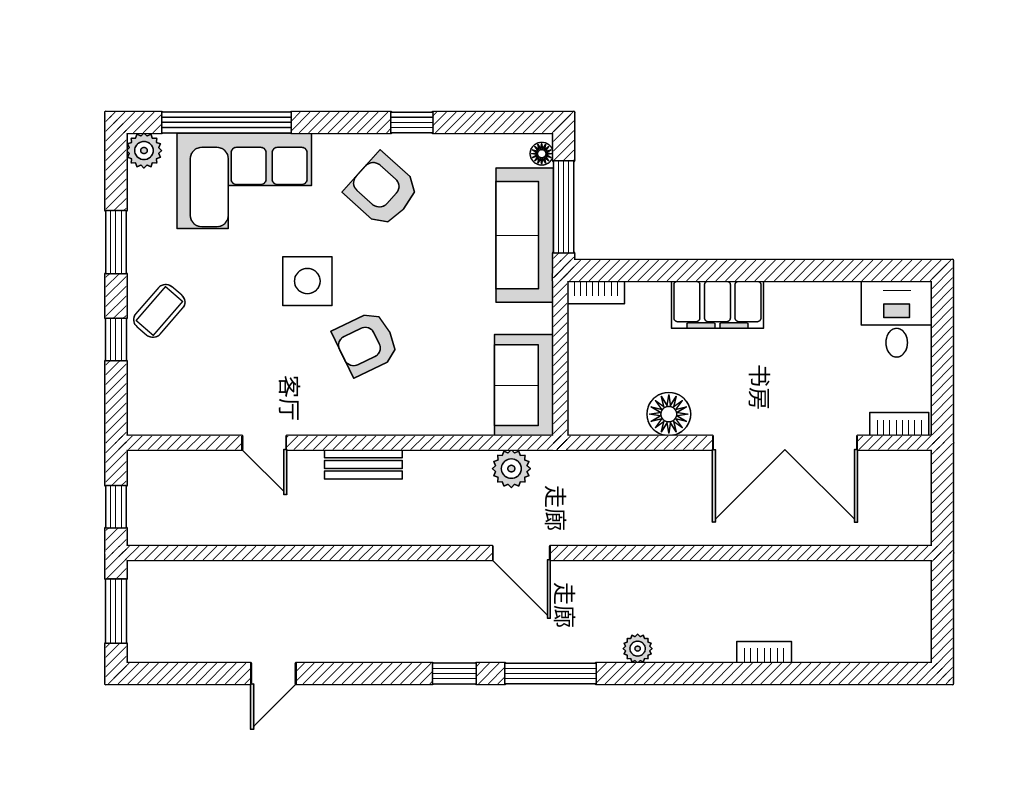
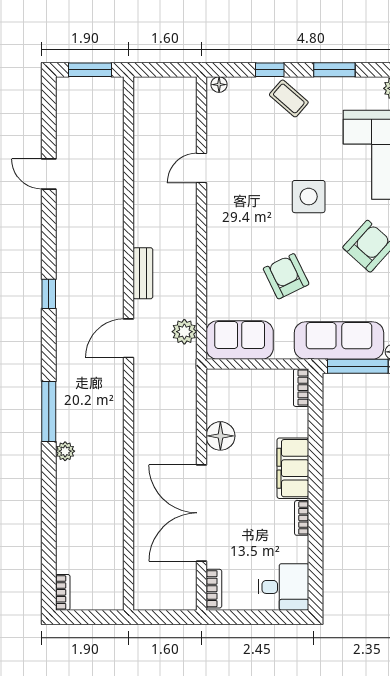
bookcase: (793, 291) -> (302, 518), added
armchair: (366, 343) -> (286, 276), moved
floor lamp: (138, 416) -> (219, 85), added
bench: (363, 464) -> (143, 273), moved
window: (116, 507) -> (159, 70), removed
plant: (638, 649) -> (65, 451), moved
bookcase: (764, 652) -> (63, 592), moved
window: (550, 673) -> (49, 412), moved

